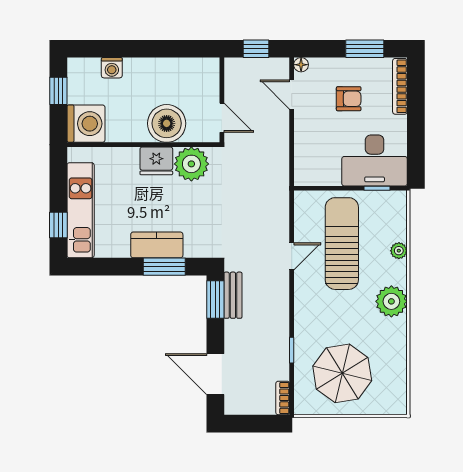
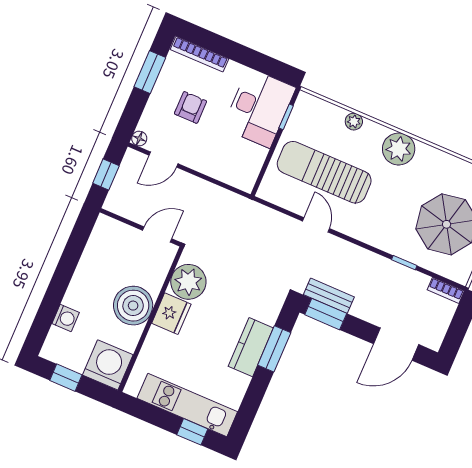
boiler: (167, 123) -> (133, 306), moved

